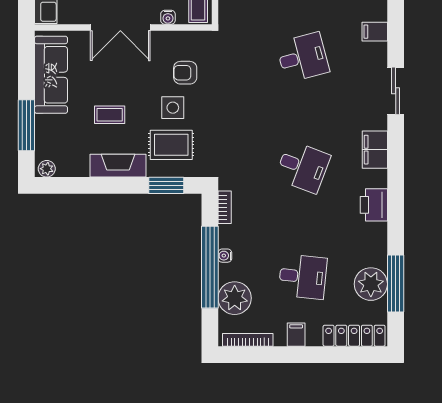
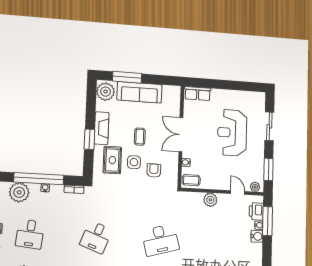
desk: (303, 57) -> (160, 240), width x1.37
sofa: (51, 75) -> (139, 92), moved
coffee table: (110, 115) -> (140, 137), moved
plant: (47, 169) -> (106, 92), width x1.88, depth x1.88
window: (166, 185) -> (89, 139), moved

